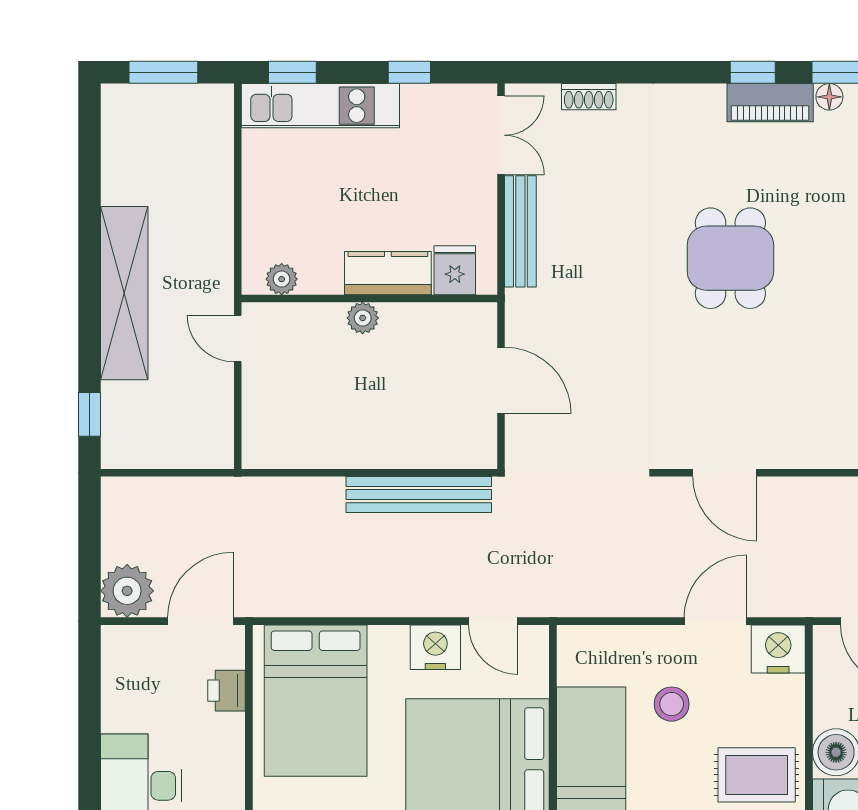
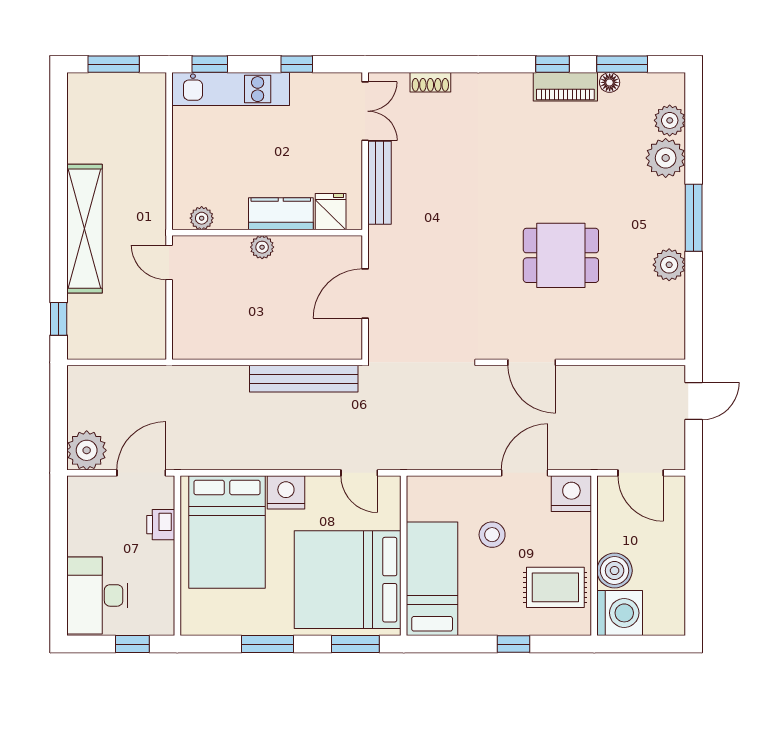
dining table: (730, 258) -> (561, 255), moved, turned 90
door: (501, 380) -> (365, 294), swing flipped
nightstand: (435, 647) -> (286, 492), moved

